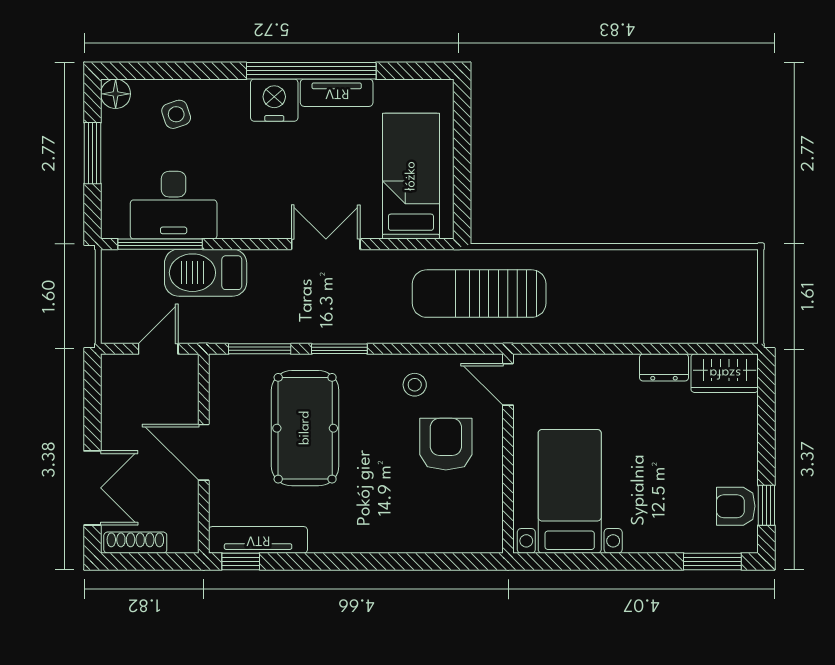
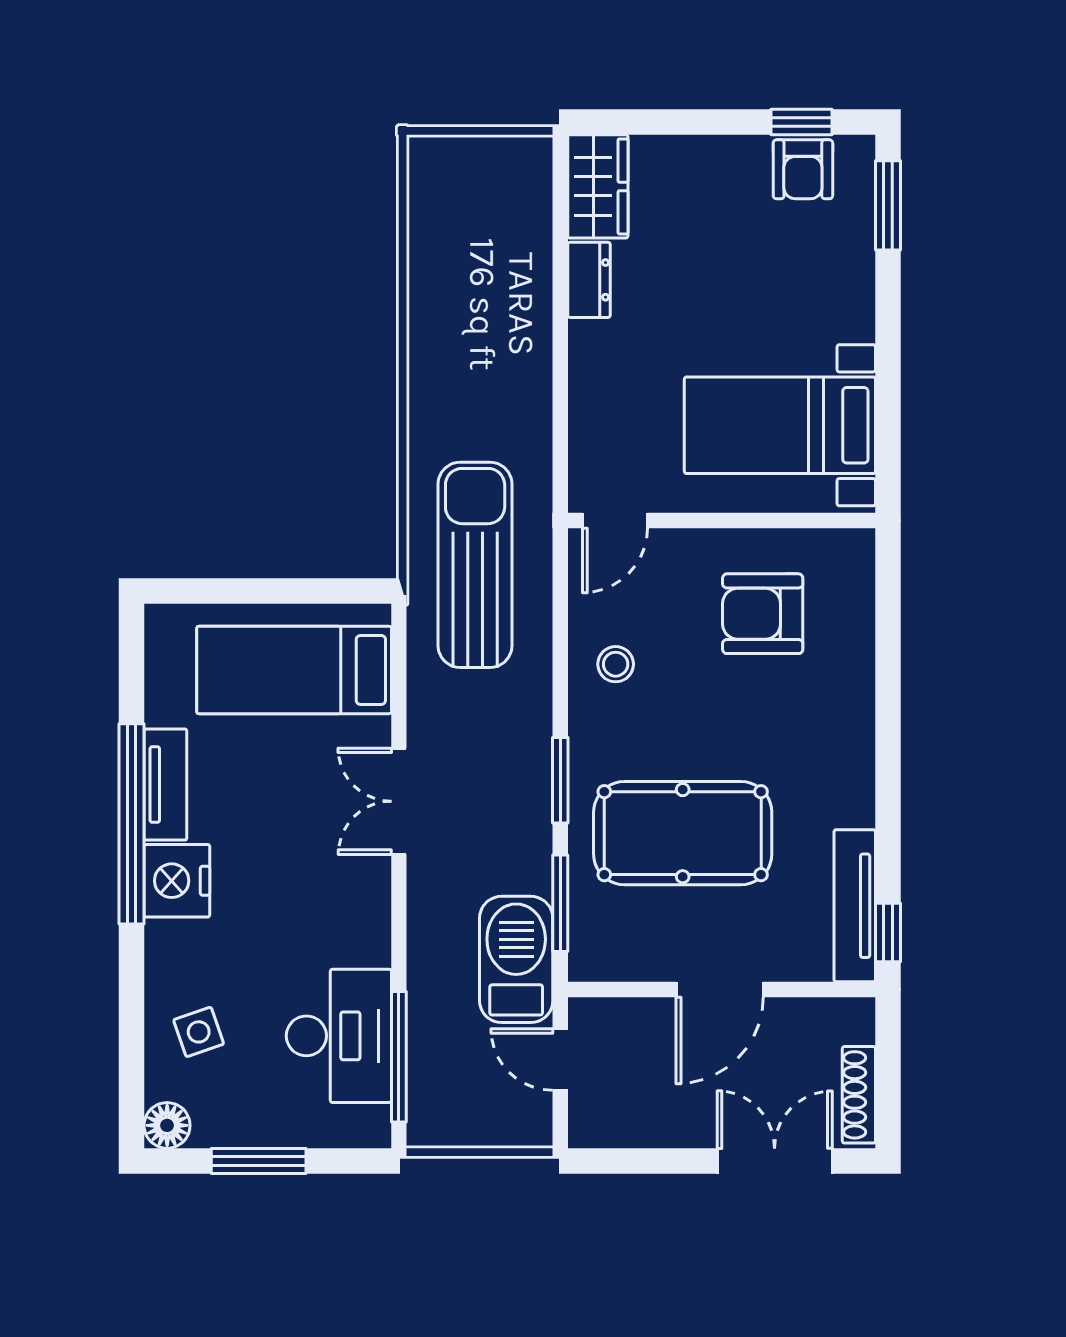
barbecue: (206, 273) -> (516, 959), moved, turned 180
sun lounger: (479, 294) -> (475, 565), turned 180
armchair: (446, 444) -> (763, 614), moved

